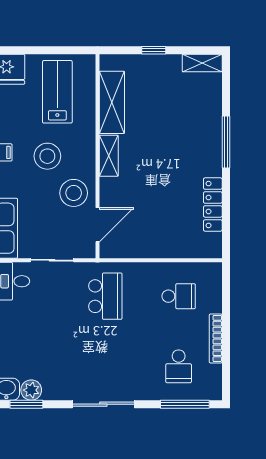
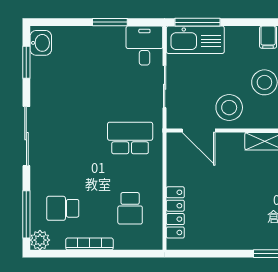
locker: (213, 204) -> (175, 212), moved, turned 90
school desk: (105, 296) -> (130, 138), turned 180
plant: (31, 390) -> (40, 240), moved

